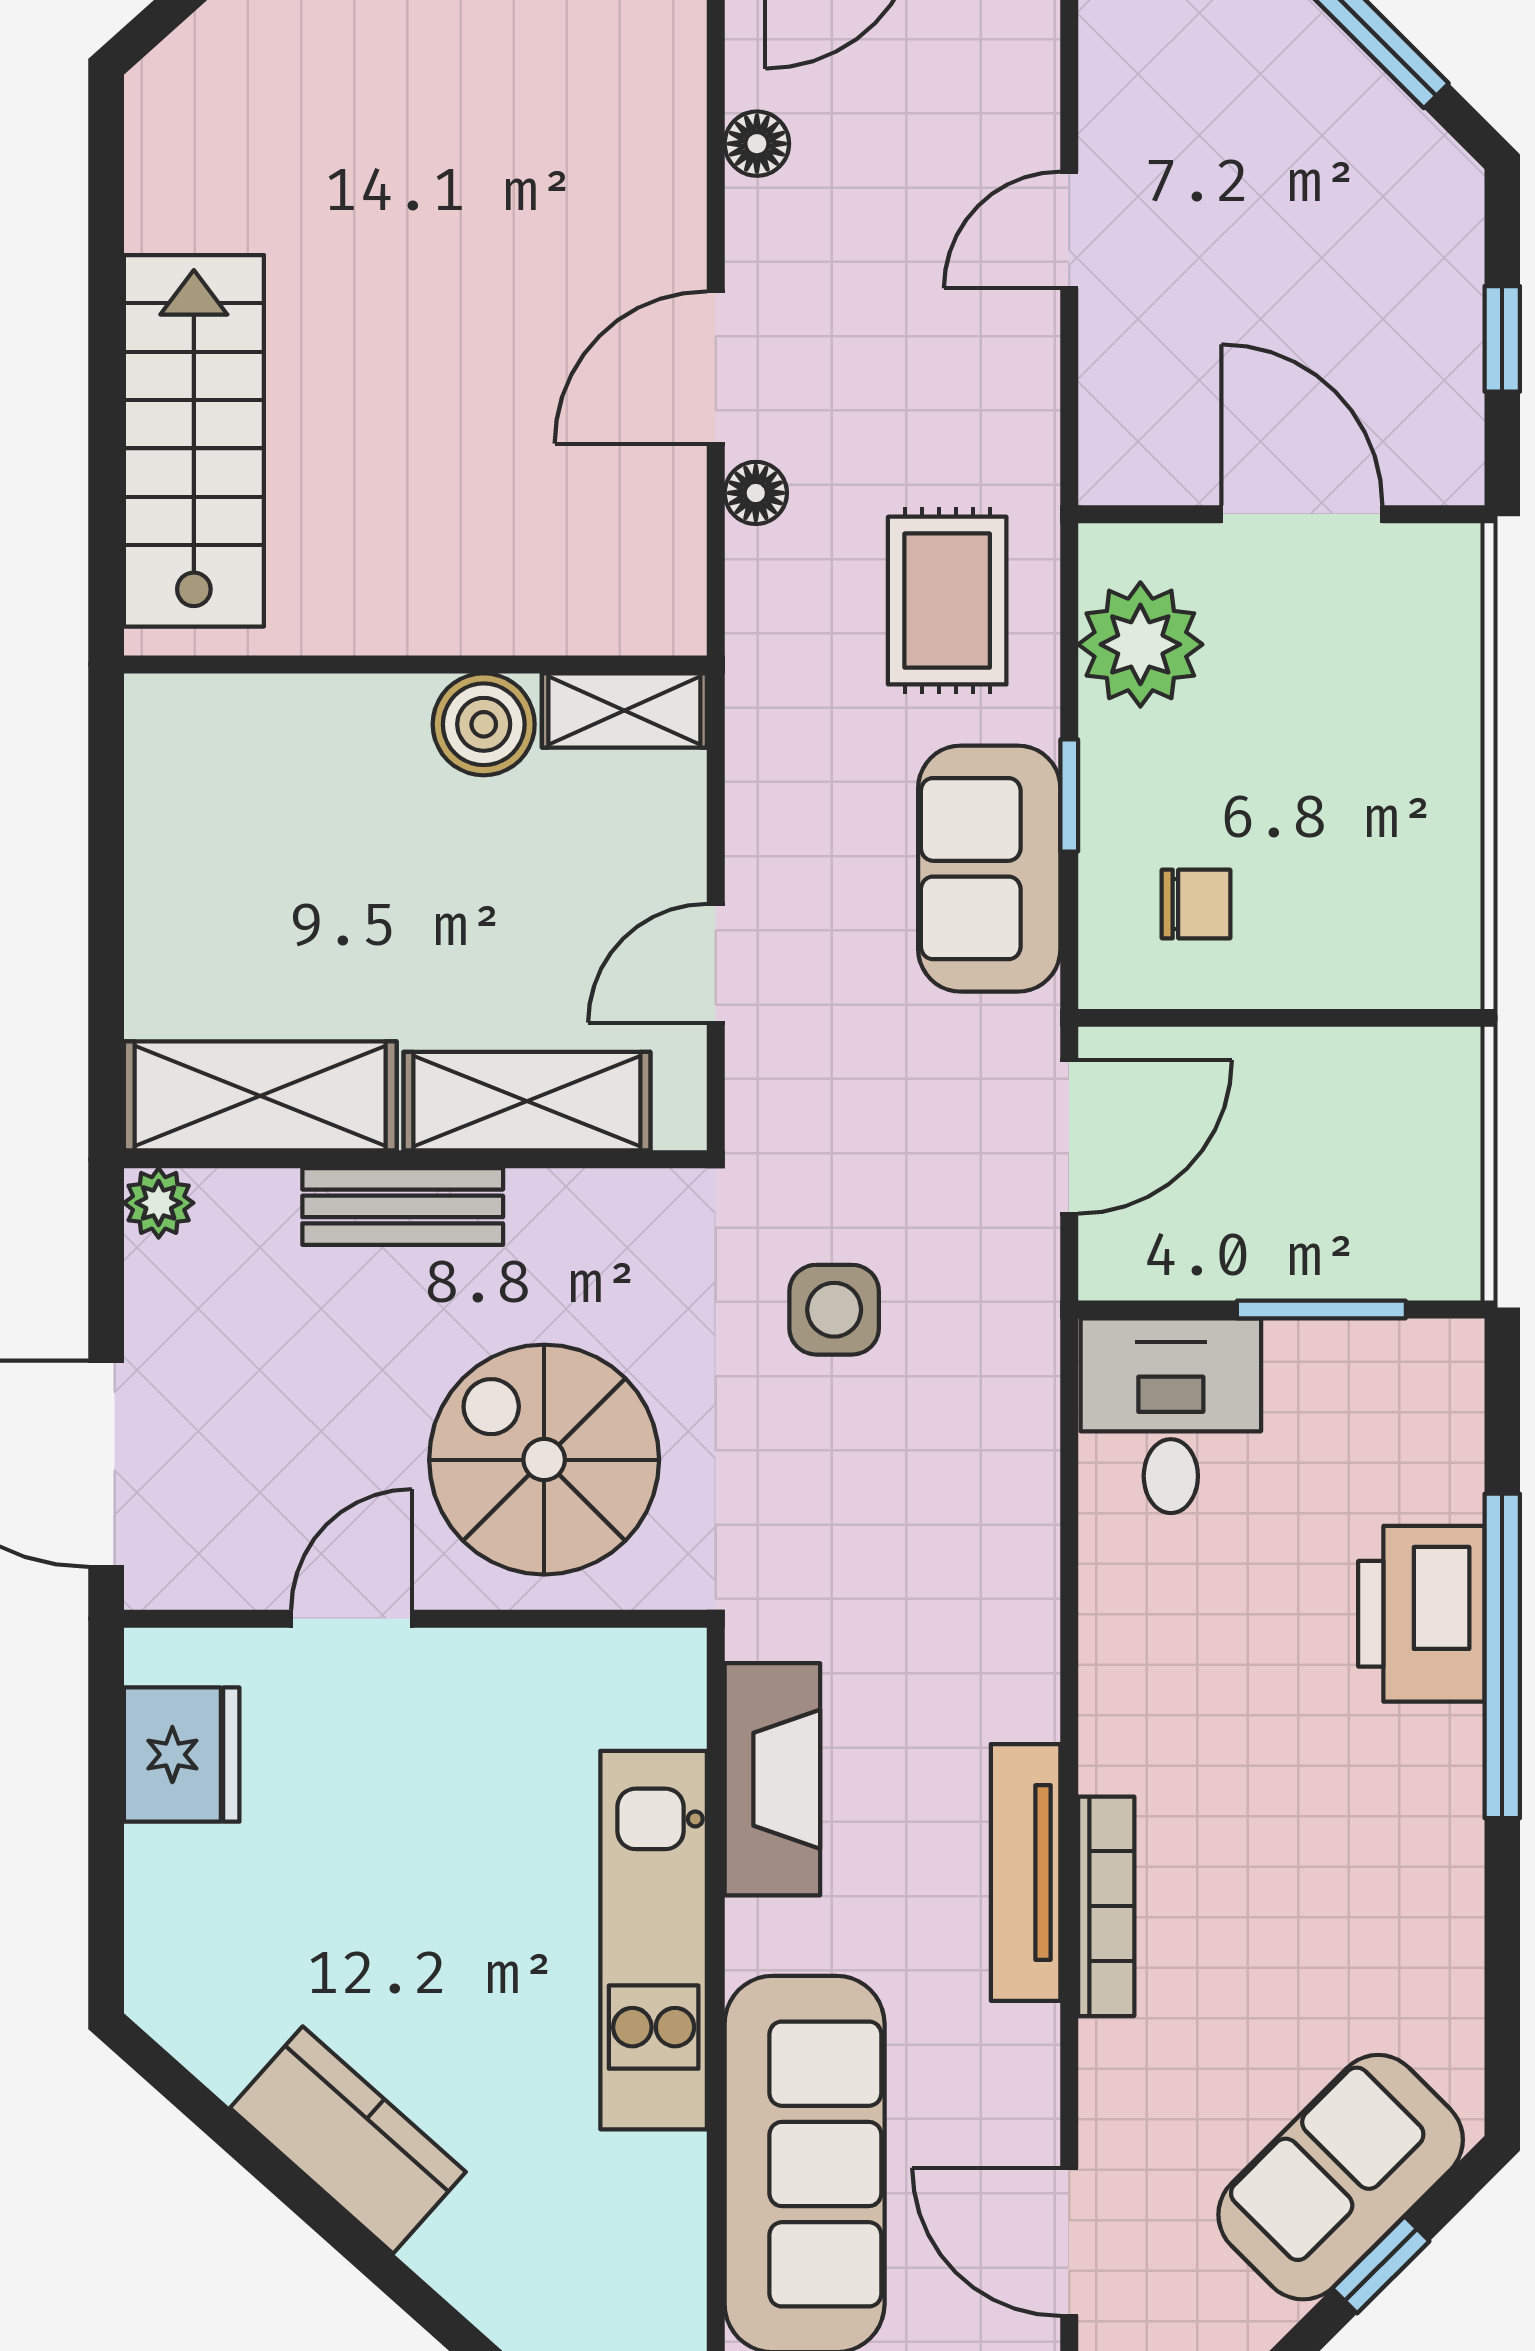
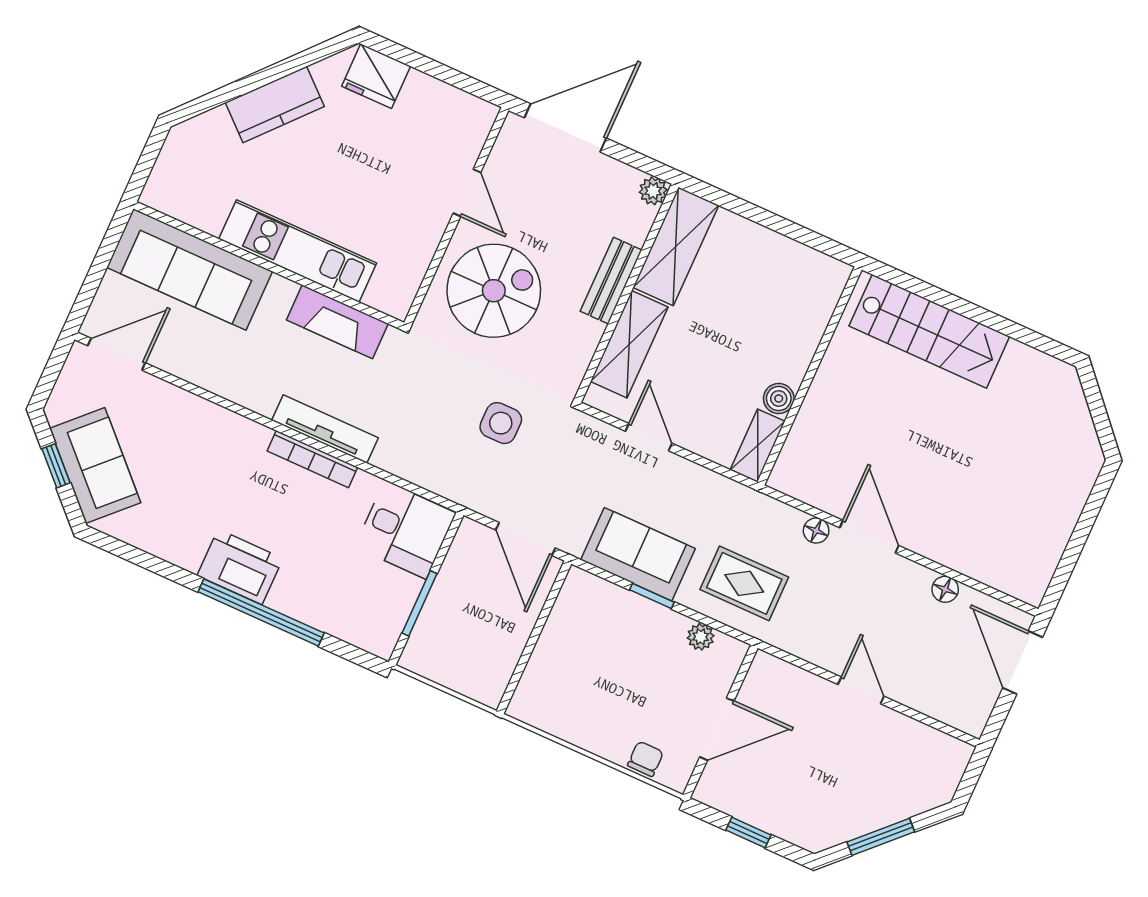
plant: (1140, 644) -> (701, 637), width x0.53, depth x0.53
boiler: (484, 724) -> (779, 399), width x0.73, depth x0.73
chair: (1196, 904) -> (645, 759), moved, turned 180
printer: (1421, 1614) -> (240, 567), moved
fridge: (182, 1755) -> (376, 76), moved
tv unit: (1026, 1872) -> (325, 429), moved
bookcase: (1106, 1906) -> (312, 459), moved

